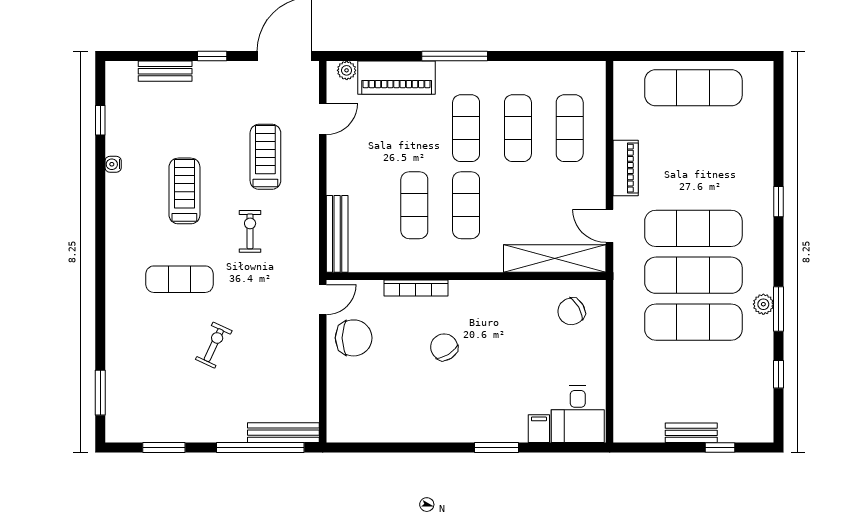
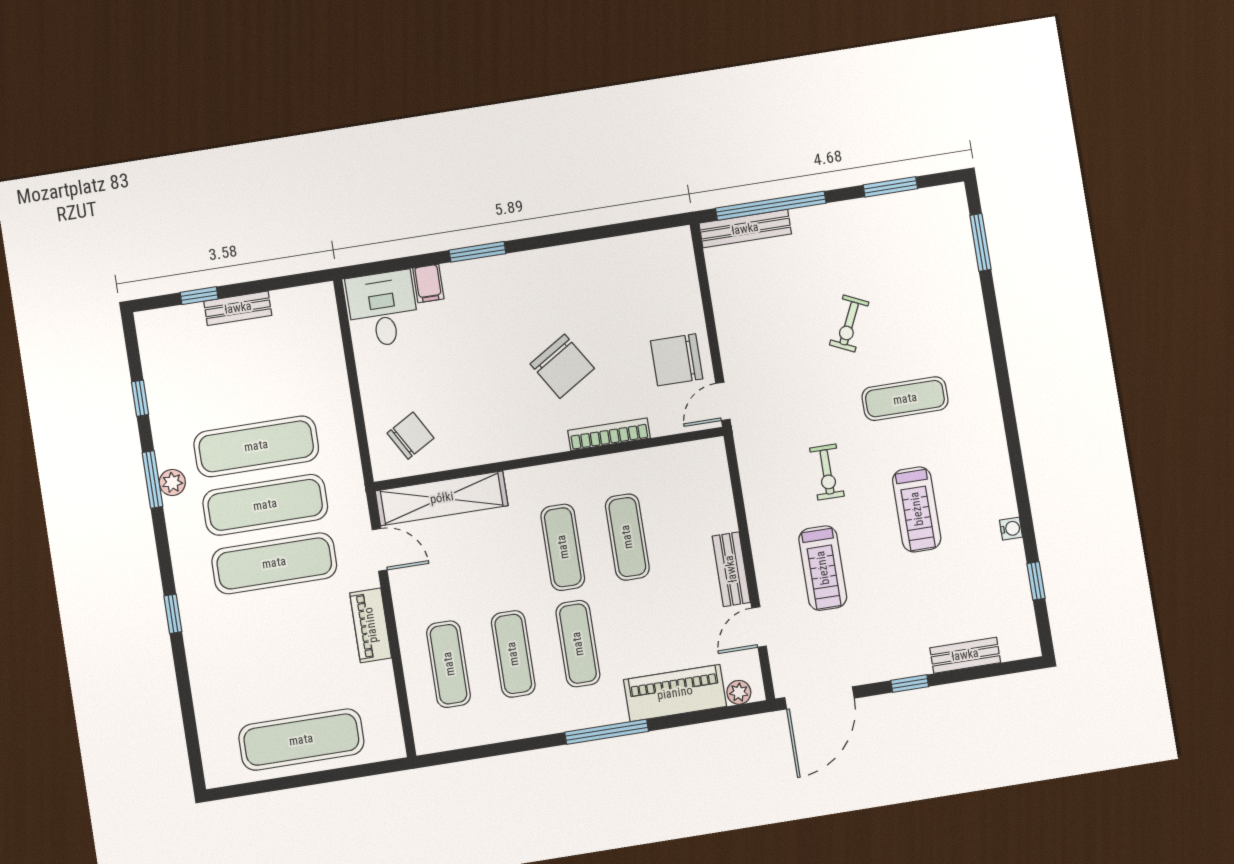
bench: (337, 234) -> (731, 569), moved, width x0.73
chair: (444, 347) -> (562, 366), width x1.37, depth x1.37

